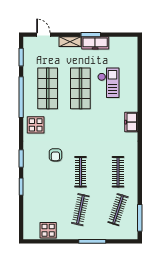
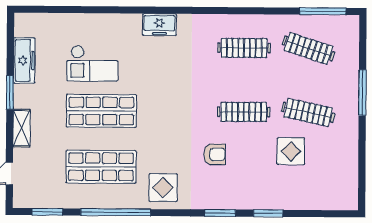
freezer: (95, 43) -> (24, 60), moved
checkout: (108, 83) -> (92, 63), turned 180
display table: (48, 230) -> (291, 151), moved

